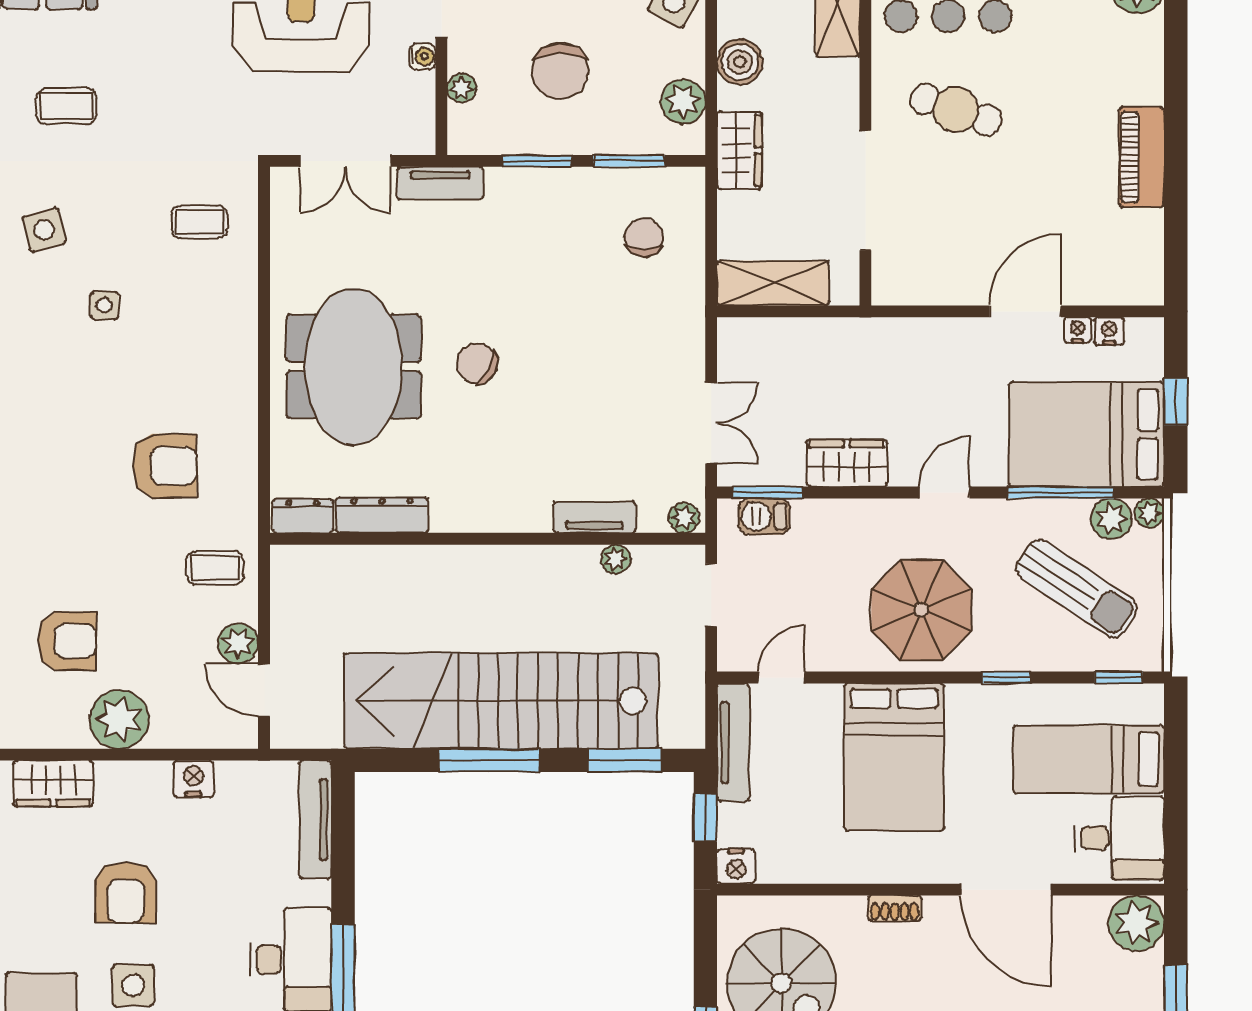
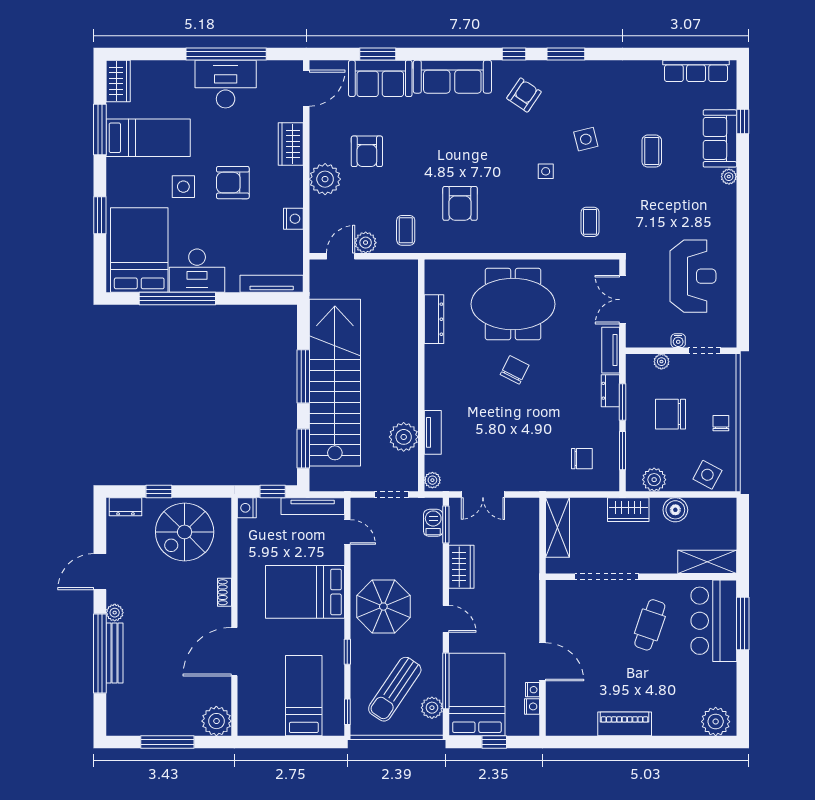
plant: (1149, 513) -> (435, 728), removed
dresser: (303, 516) -> (610, 391), moved, turned 180
plant: (616, 559) -> (404, 437), width x1.88, depth x1.88
desk: (1119, 838) -> (262, 712), removed

